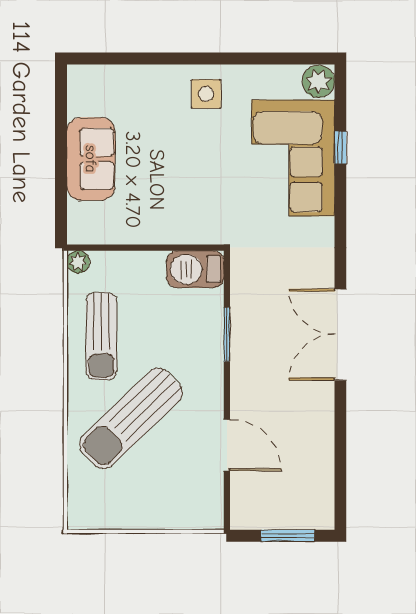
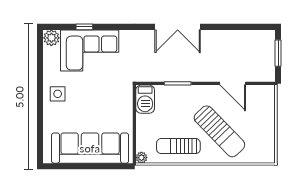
sofa: (91, 159) -> (90, 148), width x1.85, depth x1.27
sun lounger: (101, 336) -> (178, 146), turned 180
door: (227, 445) -> (233, 83), swing flipped

